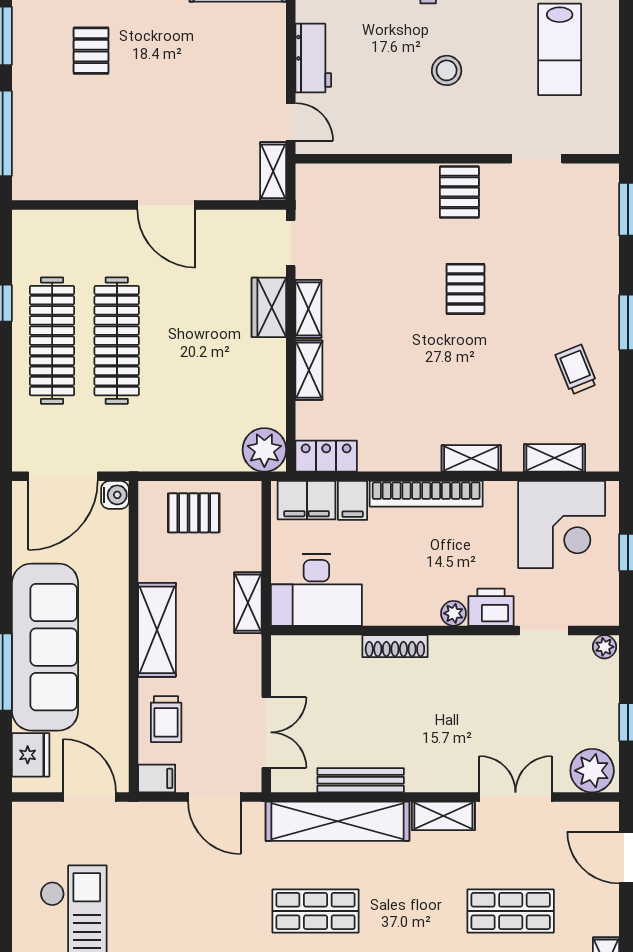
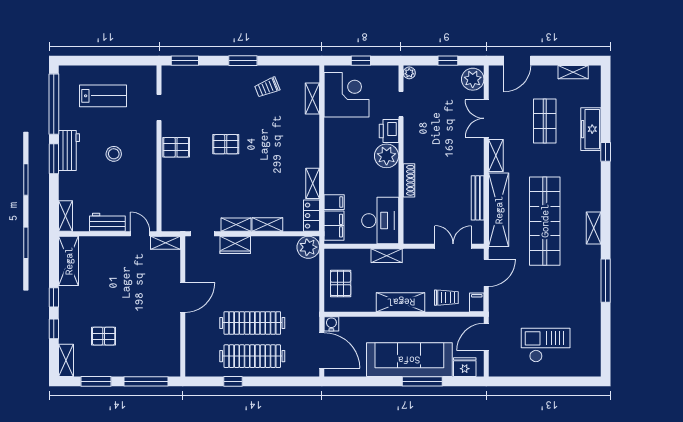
door: (291, 122) -> (140, 234), hinge flipped
shelving: (471, 458) -> (313, 183), moved
bookcase: (426, 494) -> (331, 164), removed
plant: (454, 613) -> (387, 156), width x1.87, depth x1.87
shop shelf: (316, 911) -> (545, 221), width x2.00, depth x1.36

